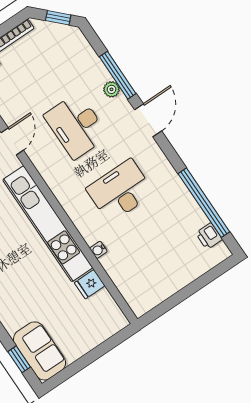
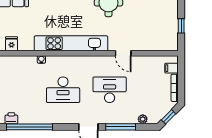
plant: (111, 89) -> (143, 119), moved
desk: (120, 191) -> (63, 90), turned 90
fridge: (90, 284) -> (12, 44), moved

